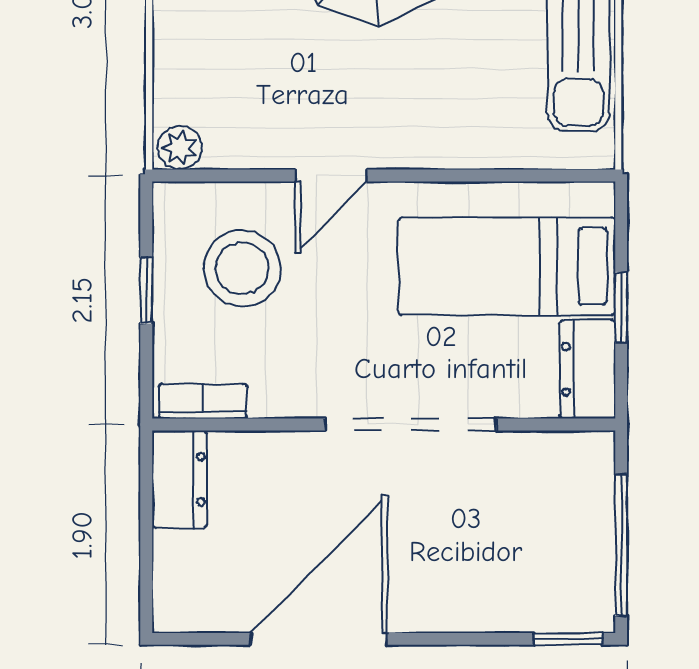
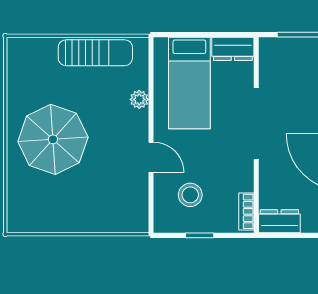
plant: (180, 148) -> (139, 99), moved
stool: (242, 268) -> (190, 195), width x0.73, depth x0.73
window: (621, 307) -> (207, 35), removed

